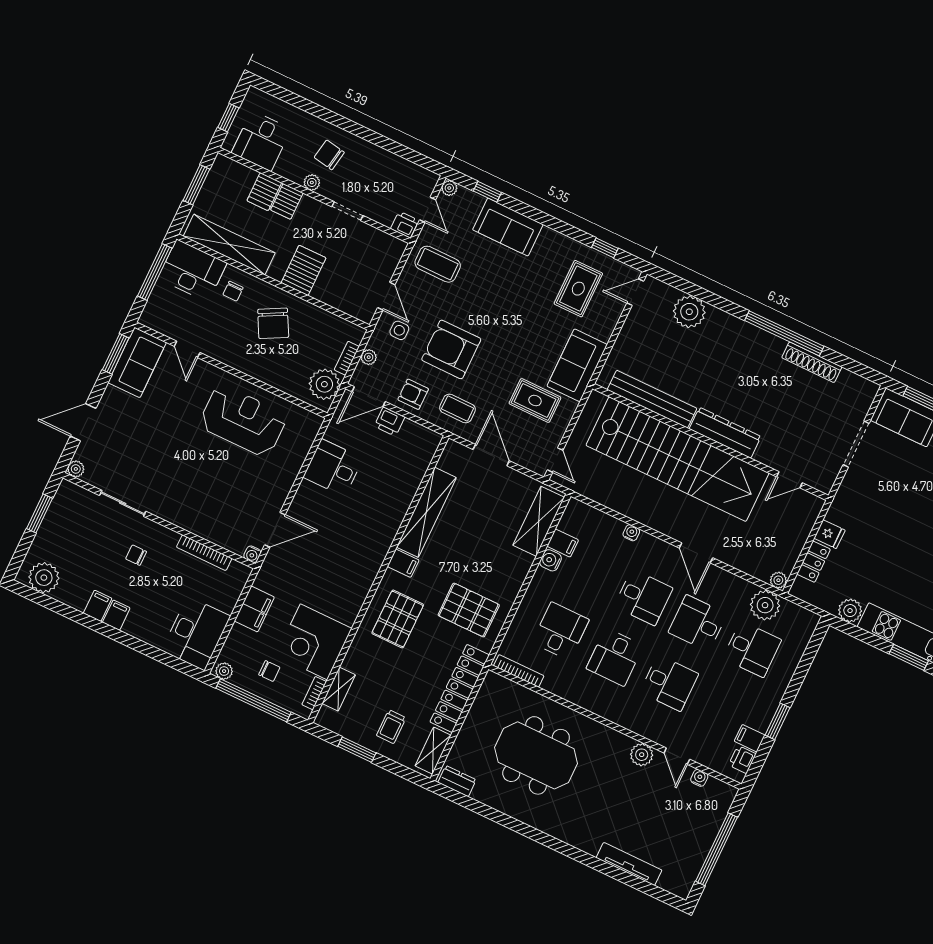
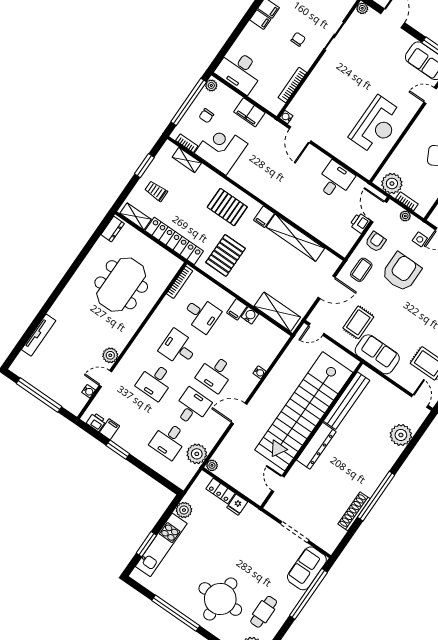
filing cabinet: (563, 543) -> (237, 309), moved

